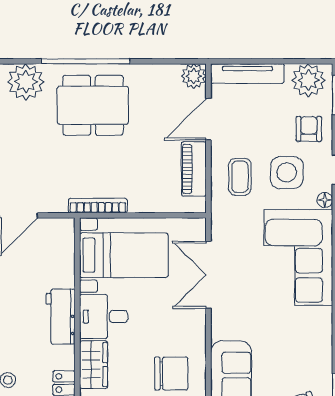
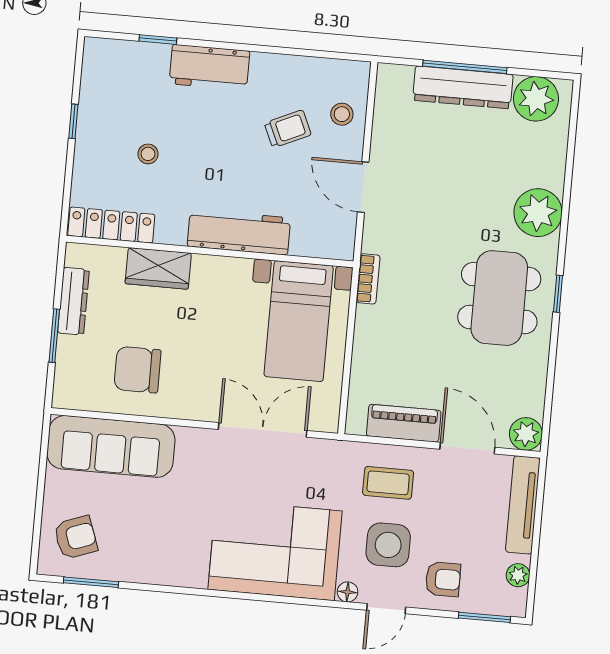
window: (86, 61) -> (558, 294), width x0.32
plant: (308, 80) -> (518, 575), width x0.53, depth x0.53
bookcase: (98, 206) -> (368, 279), width x0.64
workbench: (61, 317) -> (239, 232), width x1.37
desk: (104, 317) -> (220, 287), removed
chair: (171, 374) -> (137, 370), turned 90

